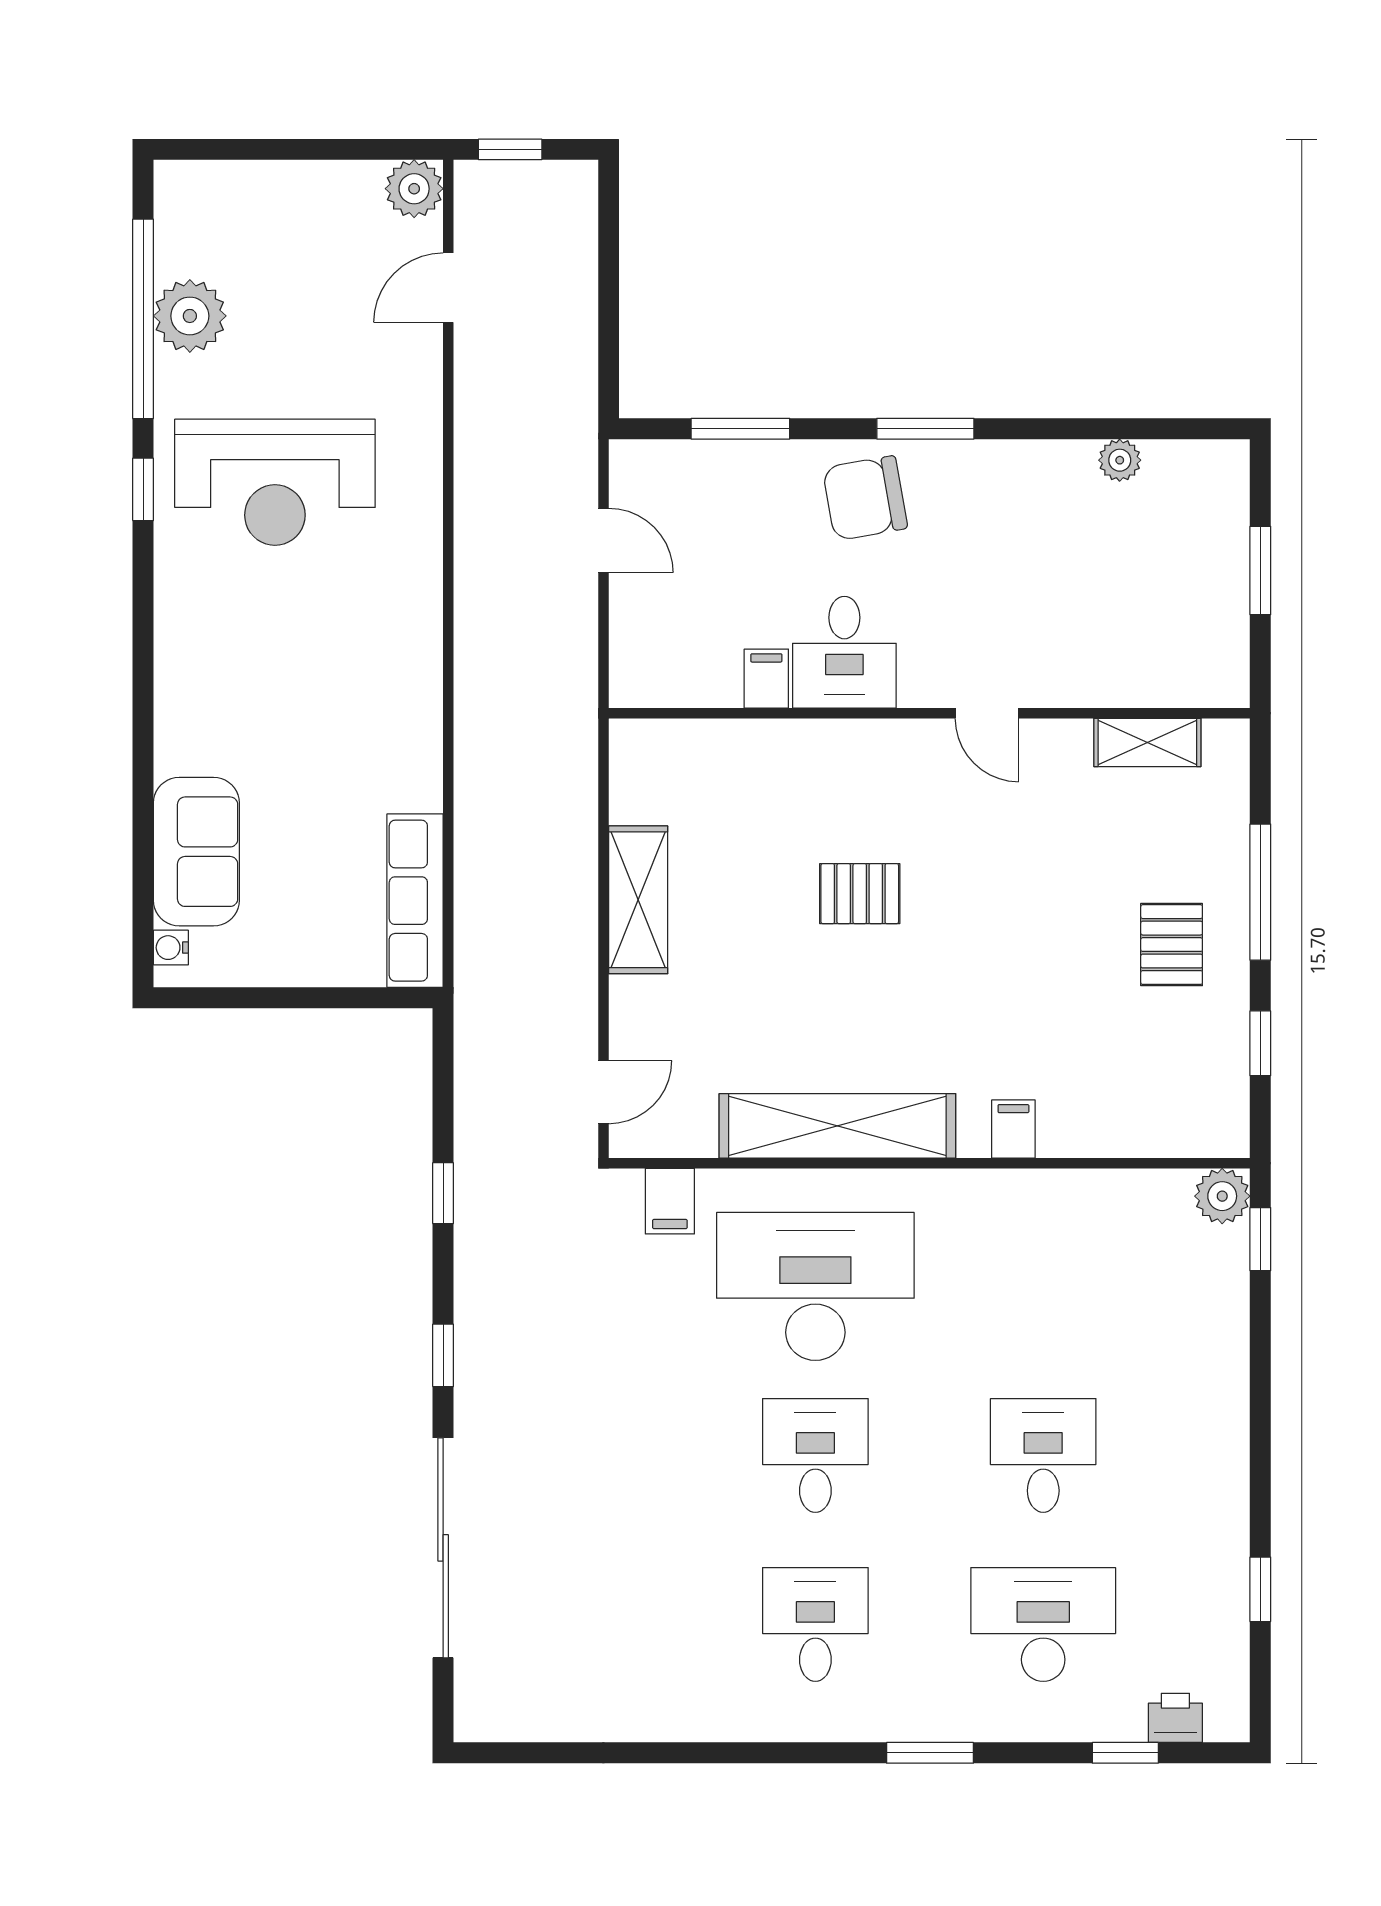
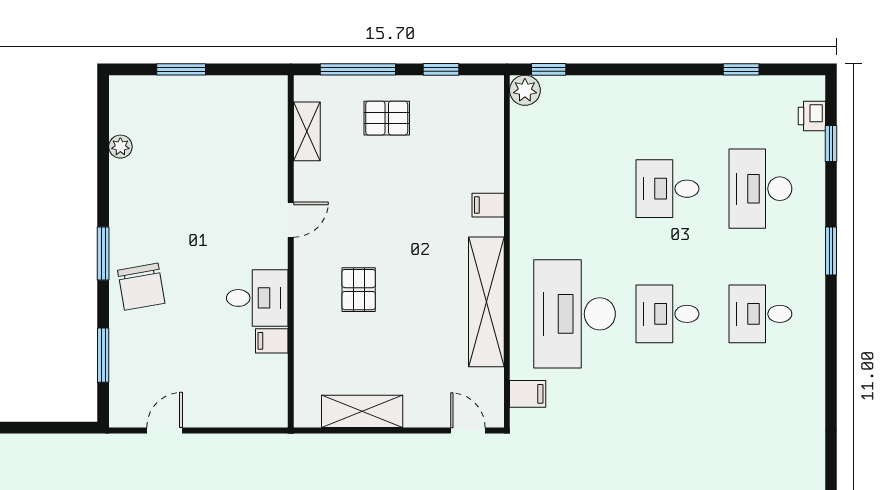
desk: (844, 652) -> (257, 298), moved
filing cabinet: (766, 679) -> (272, 341), moved
wall: (929, 713) -> (291, 251), moved
door: (987, 713) -> (291, 220), moved
shelving: (1147, 742) -> (307, 131), moved

